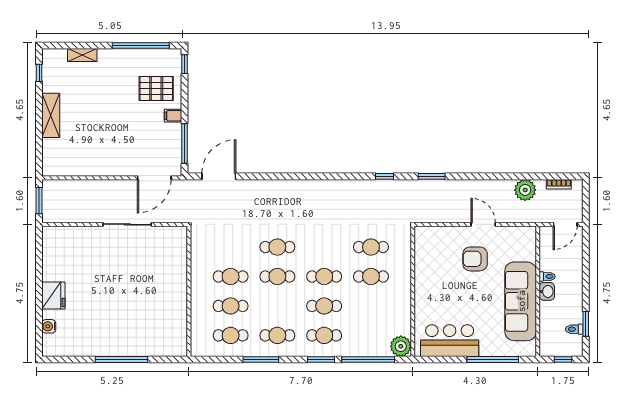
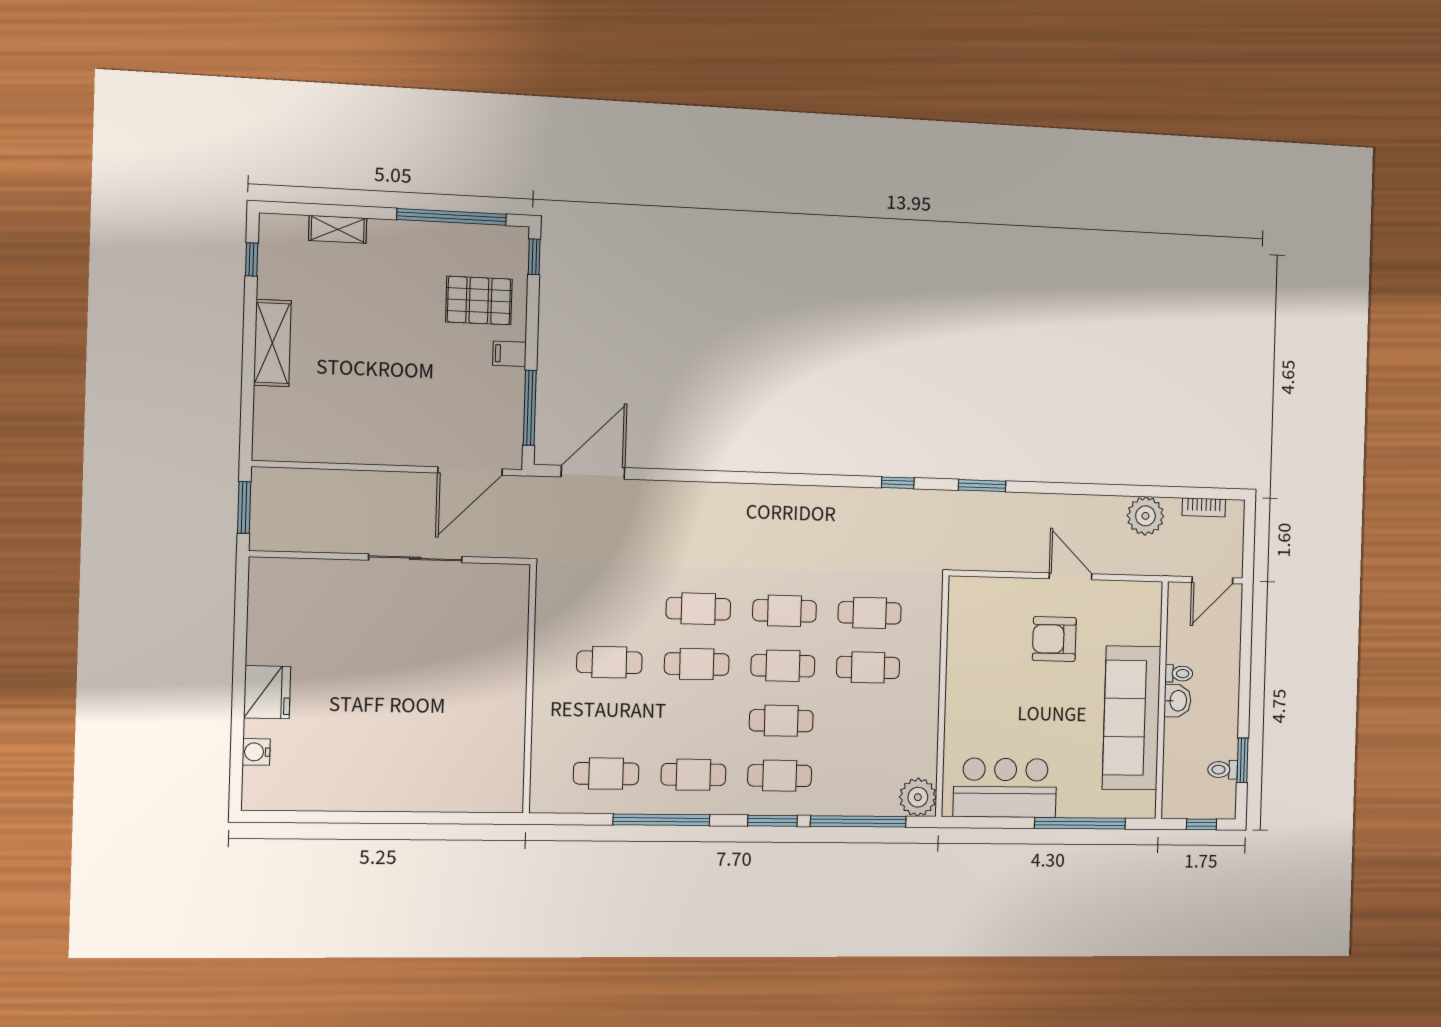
cafe table: (231, 306) -> (785, 611), moved
window: (121, 360) -> (397, 818), removed
window: (261, 360) -> (661, 820), width x1.46

